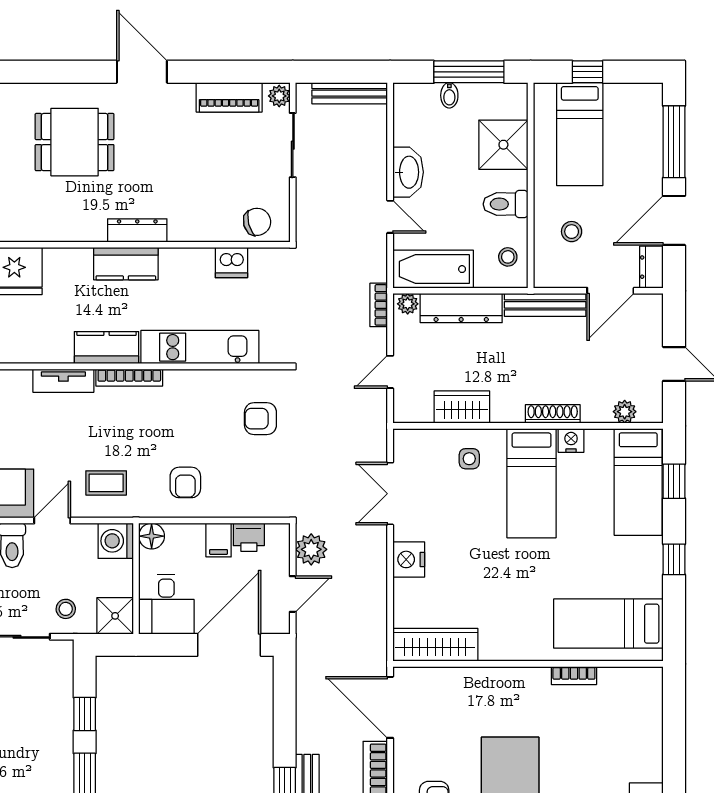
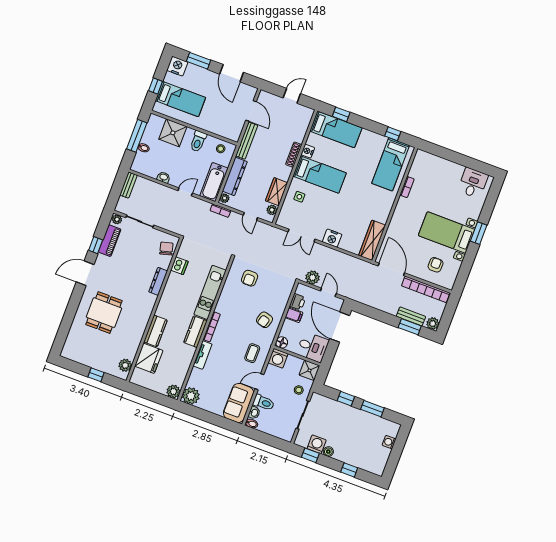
window: (209, 72) -> (96, 245), added
bench: (350, 93) -> (128, 185), width x0.73
nightstand: (646, 102) -> (177, 66), added
window: (674, 142) -> (199, 61), width x0.69
washbasin: (408, 172) -> (164, 177), width x0.52, depth x0.69
dresser: (137, 230) -> (158, 281), moved
stool: (572, 232) -> (220, 118), removed
kitchen counter: (126, 264) -> (155, 331), moved
dresser: (651, 267) -> (248, 90), removed
plant: (625, 412) -> (272, 210), moved
armchair: (185, 482) -> (264, 320), turned 106
door: (52, 521) -> (259, 382), hinge flipped
window: (674, 559) -> (393, 134), moved
door: (390, 707) -> (391, 269), swing flipped

